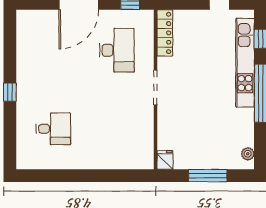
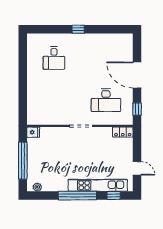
locker: (165, 33) -> (123, 132), width x0.66
window: (208, 176) -> (23, 161), width x1.46

